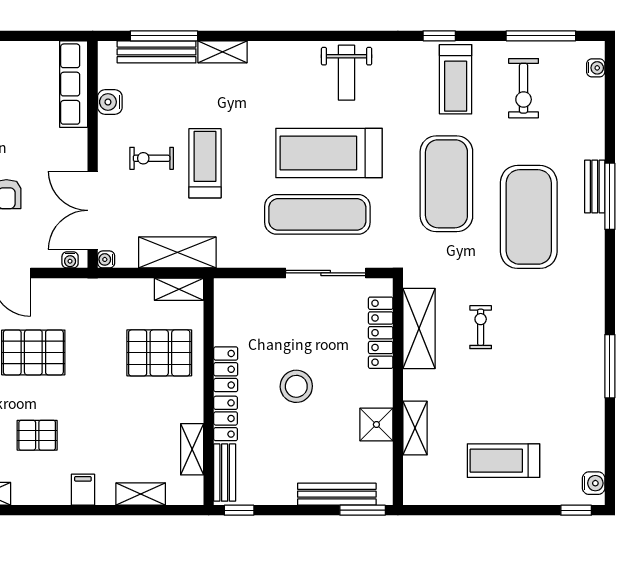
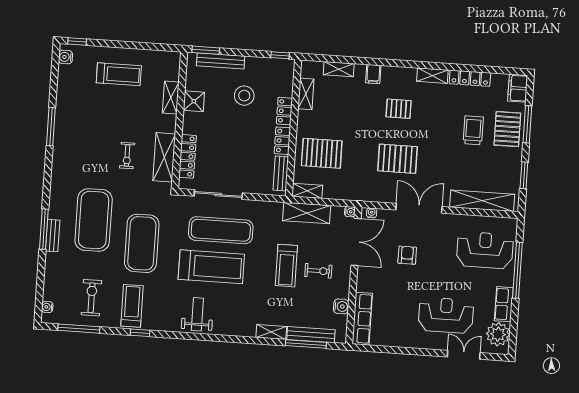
stool: (296, 386) -> (244, 96), moved
bench: (225, 473) -> (281, 173), moved

